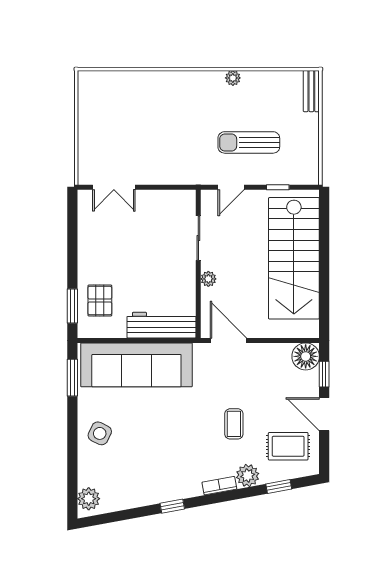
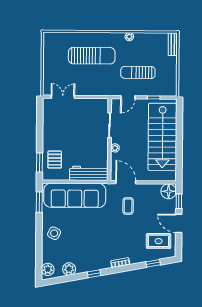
sun lounger: (165, 113) -> (92, 56), added
double door: (114, 187) -> (63, 97), swing flipped
coffee table: (234, 424) -> (128, 206), moved
plant: (248, 475) -> (69, 269), moved

